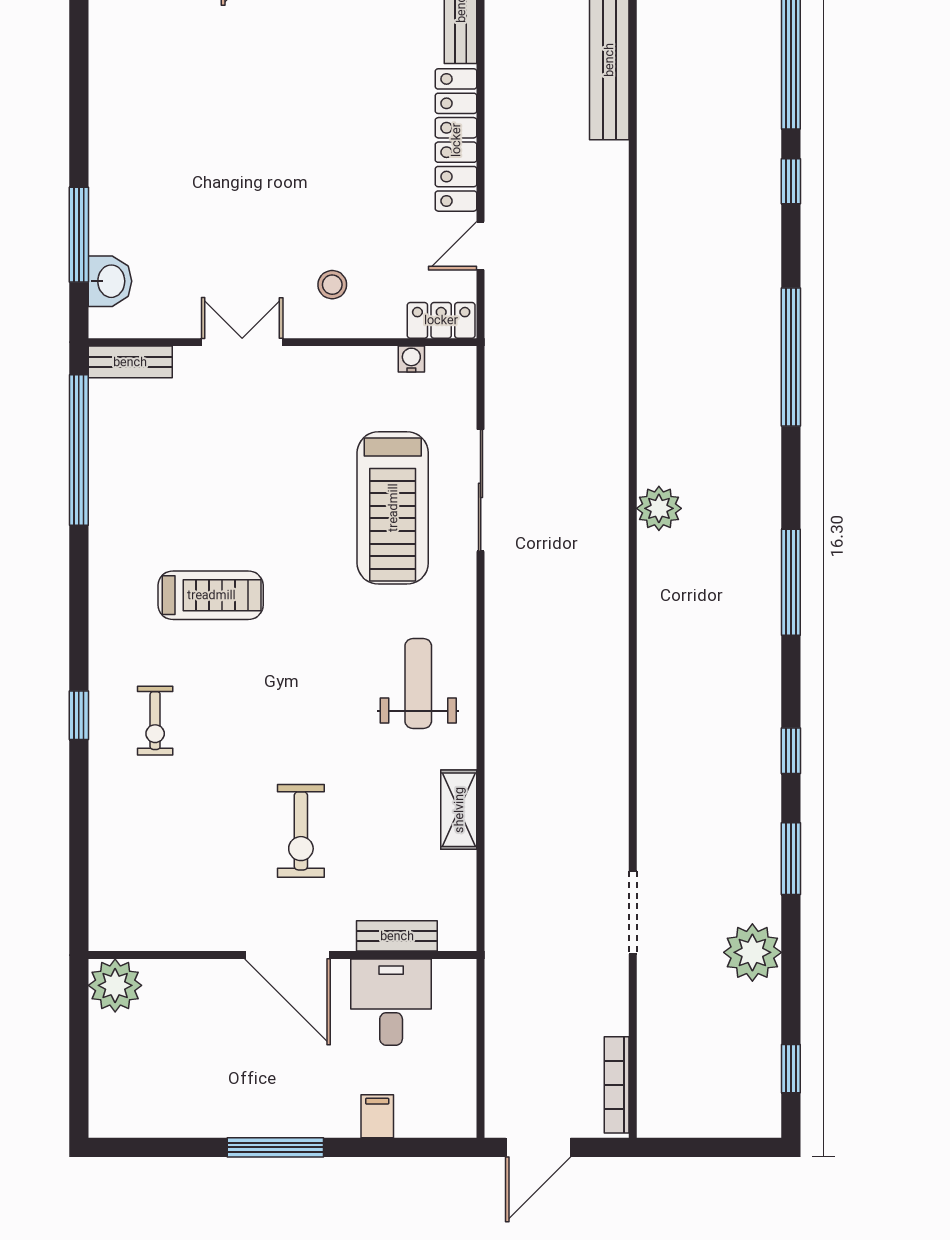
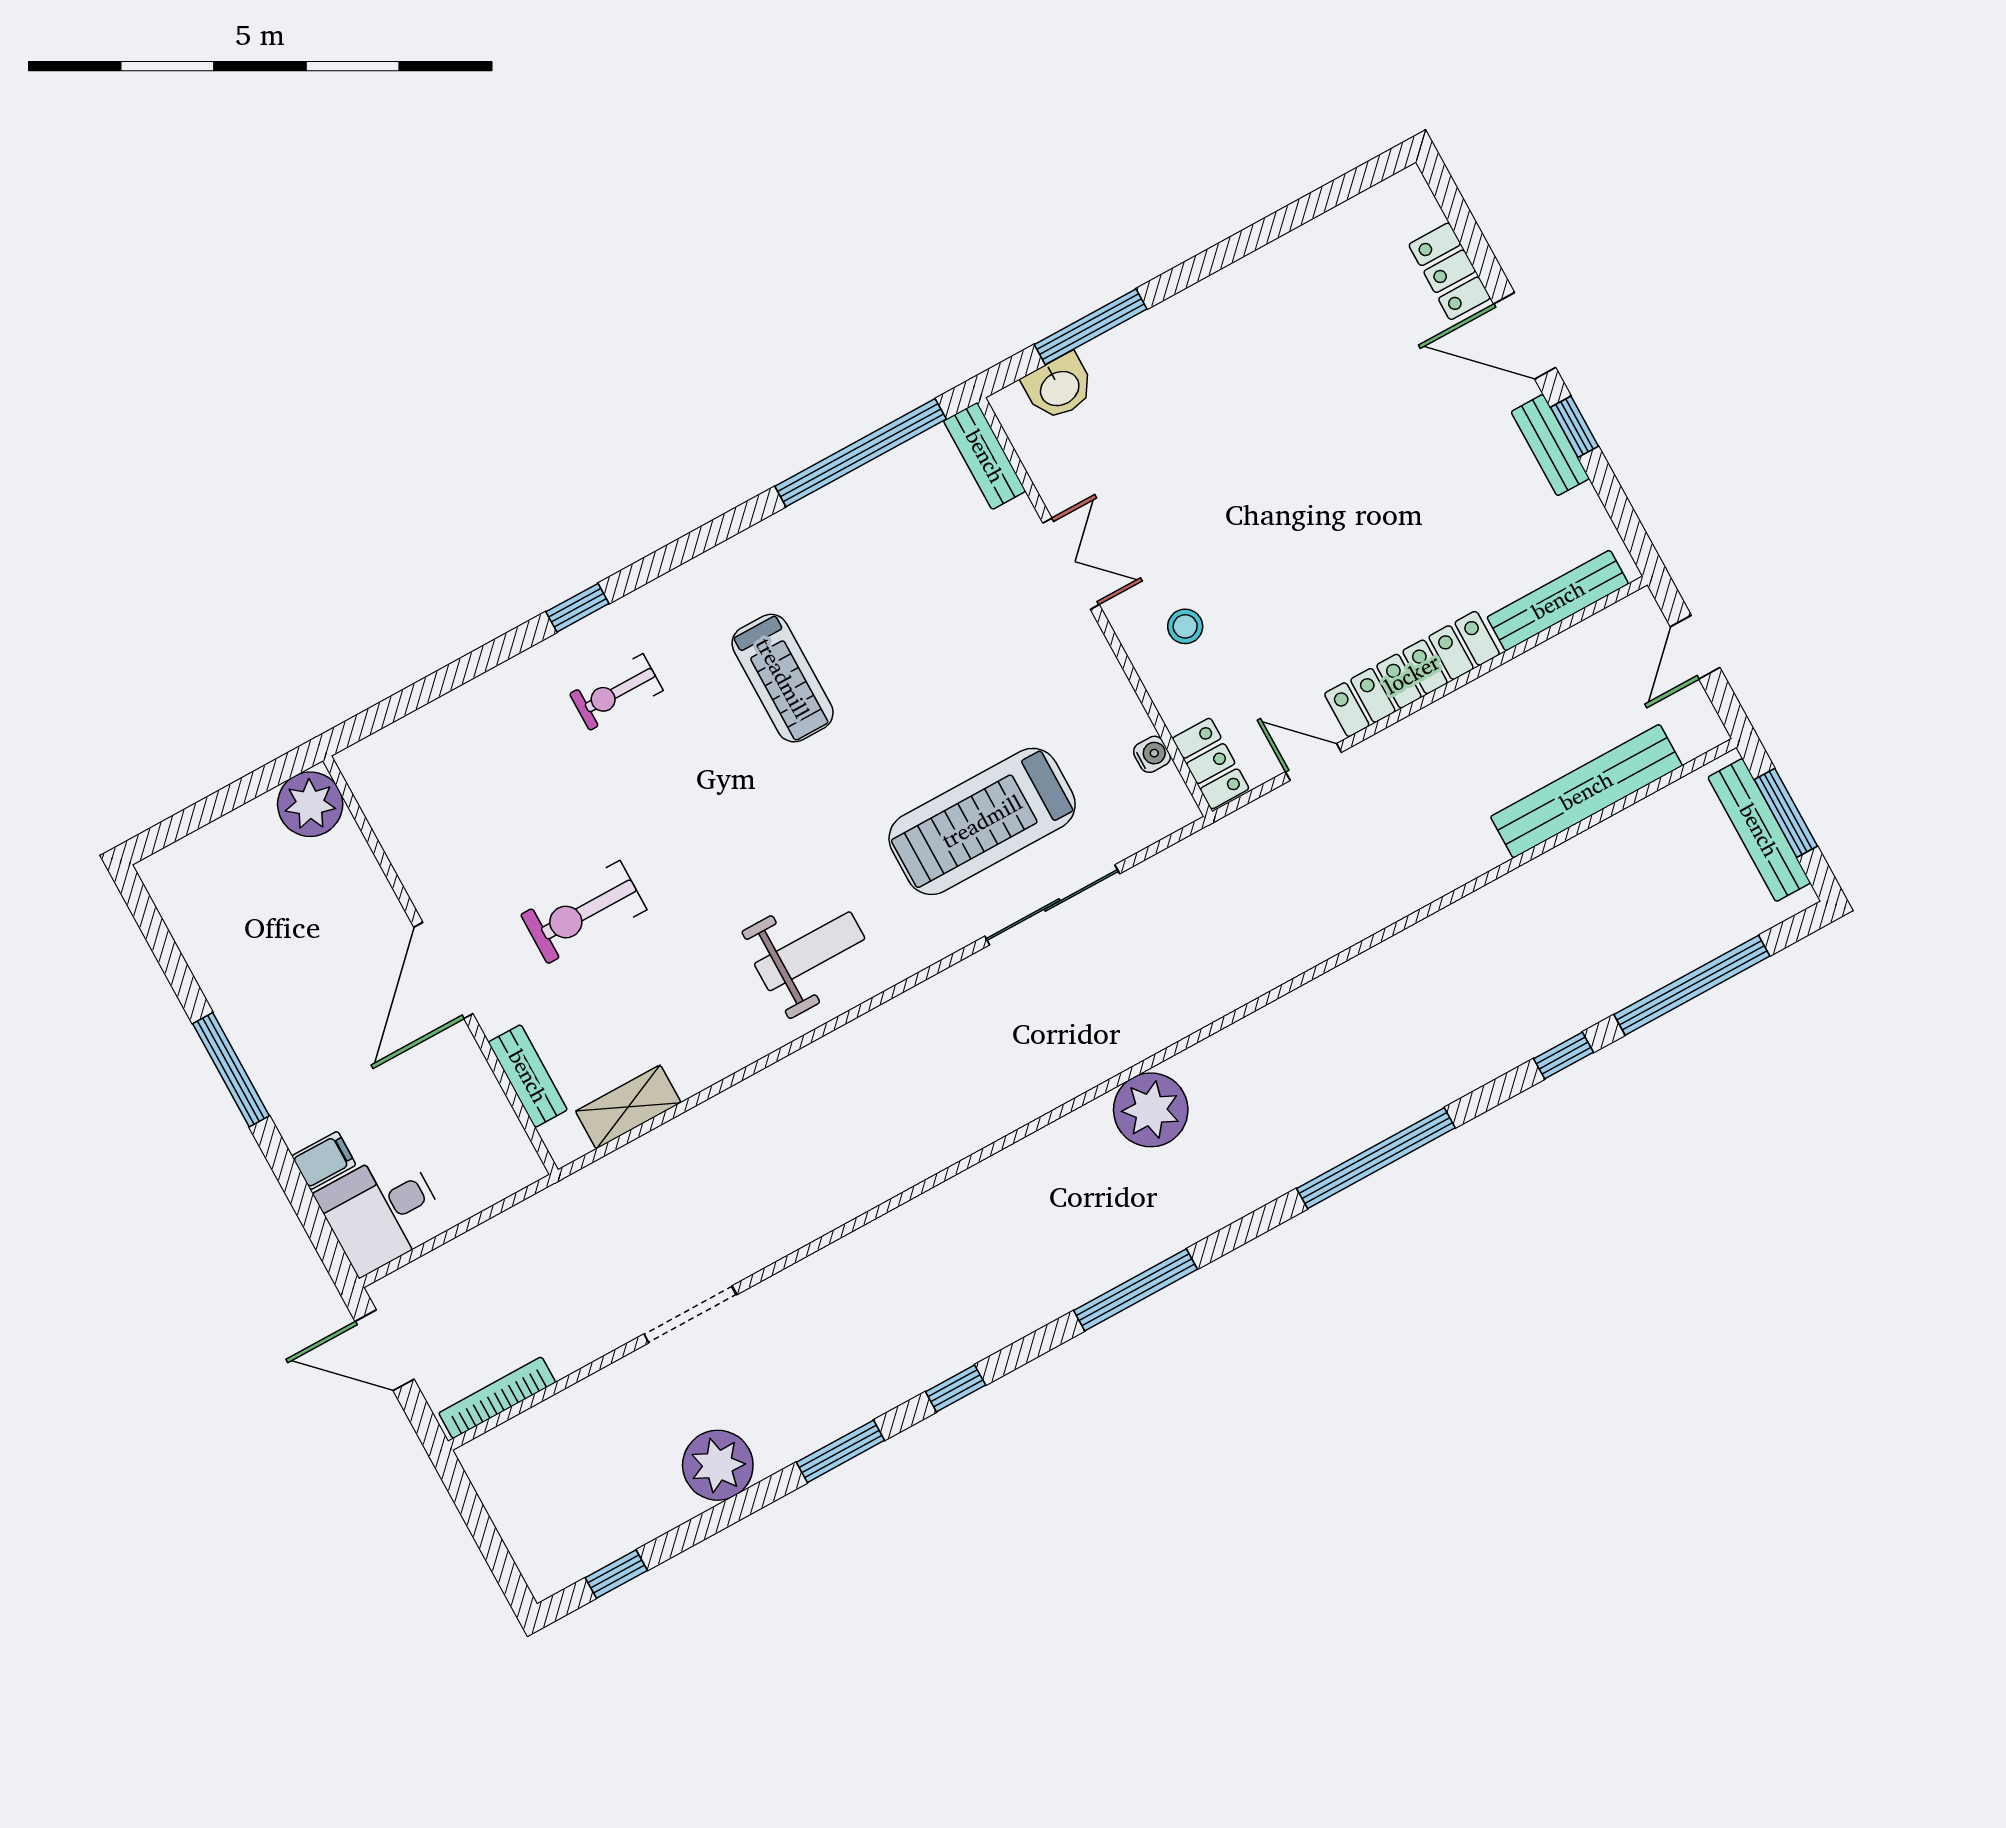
plant: (659, 508) -> (1151, 1110), width x1.36, depth x1.36
shelving: (459, 810) -> (628, 1107), moved
desk: (391, 1002) -> (382, 1211), moved, turned 180

